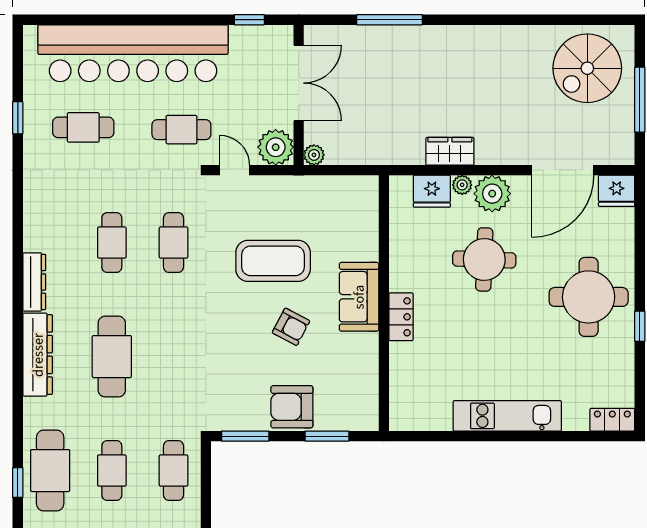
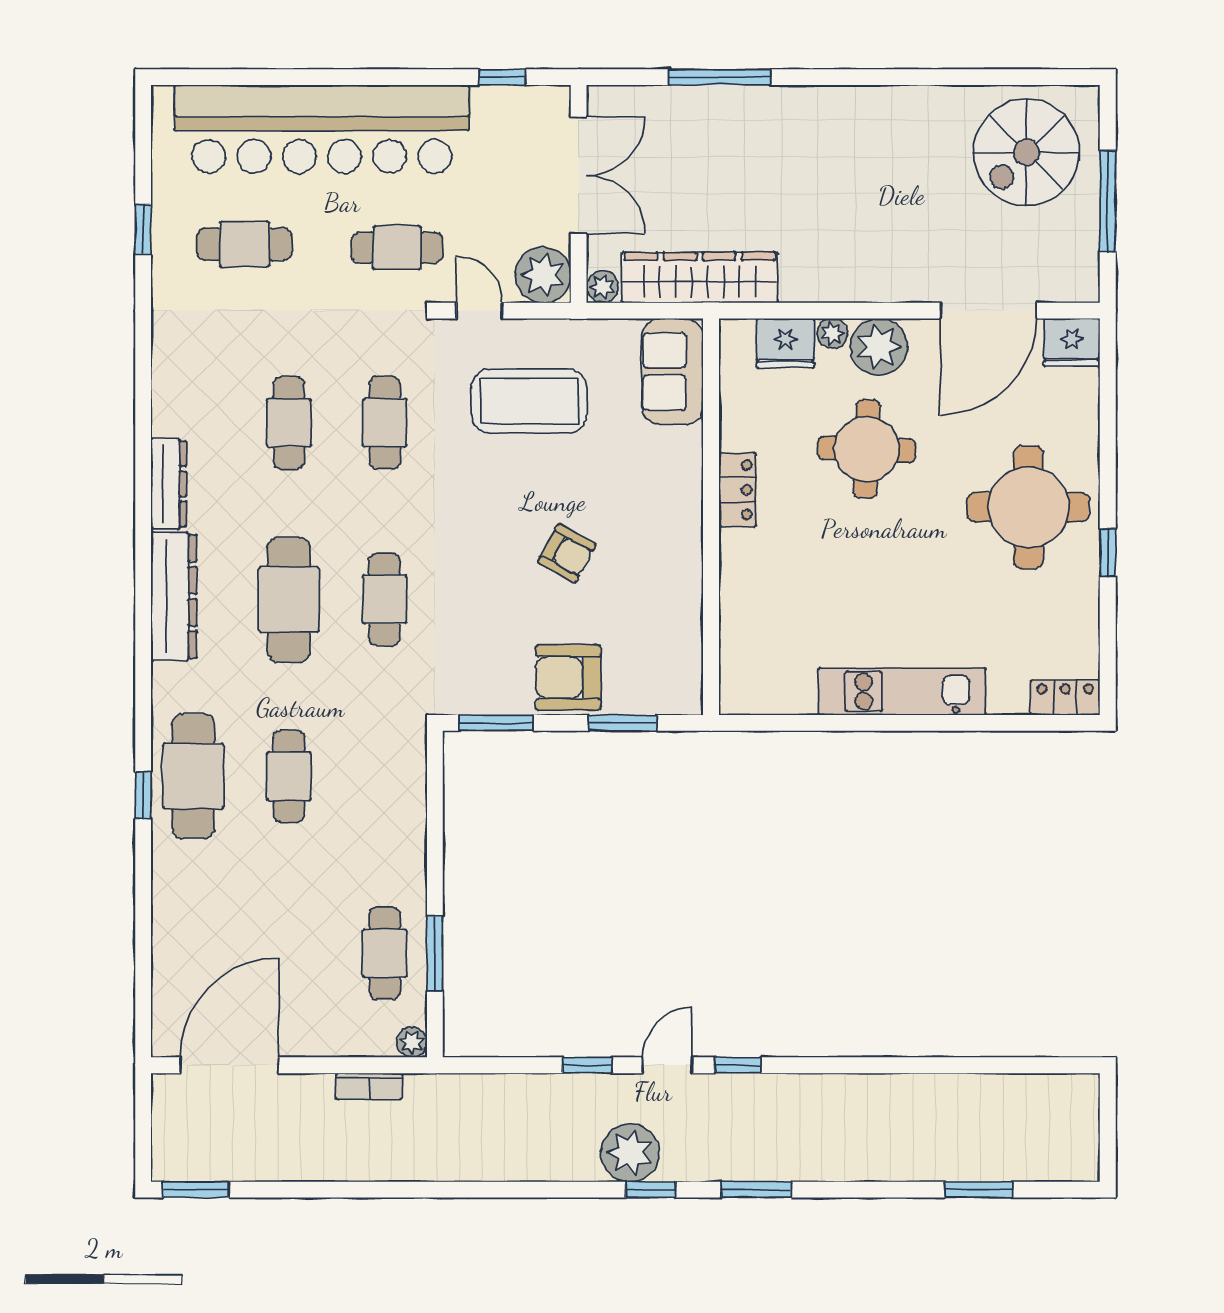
wardrobe: (450, 151) -> (700, 278), moved, width x2.10, depth x1.17
coffee table: (273, 261) -> (529, 401), moved
sofa: (359, 297) -> (672, 372), moved
locker: (401, 317) -> (737, 490), moved
cafe table: (174, 471) -> (385, 599), moved

